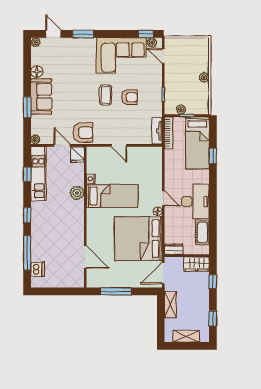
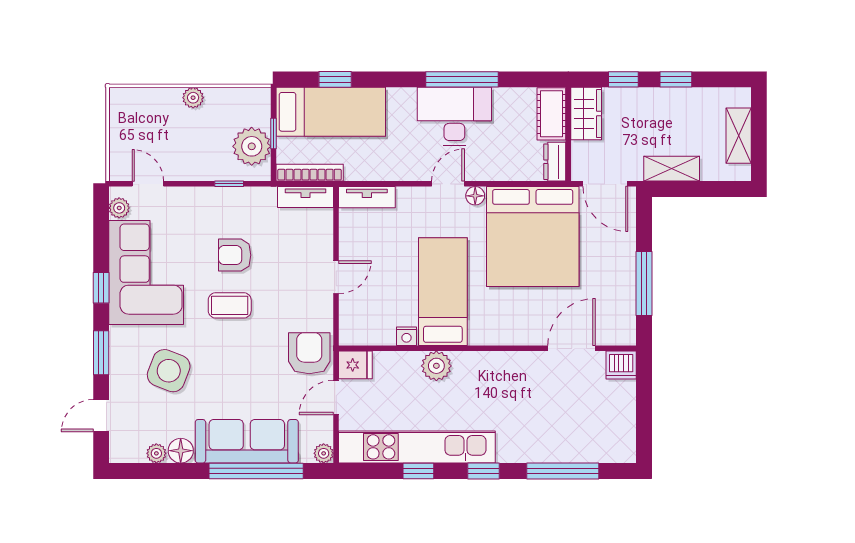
window: (146, 34) -> (101, 288), moved
plant: (35, 42) -> (156, 453), moved
door: (163, 56) -> (148, 184), swing flipped
side table: (75, 66) -> (169, 371), added
sofa: (41, 96) -> (247, 441), width x1.36
armchair: (129, 97) -> (235, 255), turned -90
window: (27, 107) -> (256, 471), width x2.11
plant: (181, 110) -> (252, 146), width x1.88, depth x1.88
window: (213, 156) -> (335, 79), moved
tv unit: (157, 160) -> (367, 197), added
window: (27, 174) -> (418, 471), moved
kitchen unit: (38, 174) -> (417, 447), width x1.36
window: (213, 205) -> (462, 79), added
cot: (202, 232) -> (551, 114), moved, turned 90
dishwasher: (37, 270) -> (621, 365), moved, turned 180
window: (213, 318) -> (676, 79), moved

